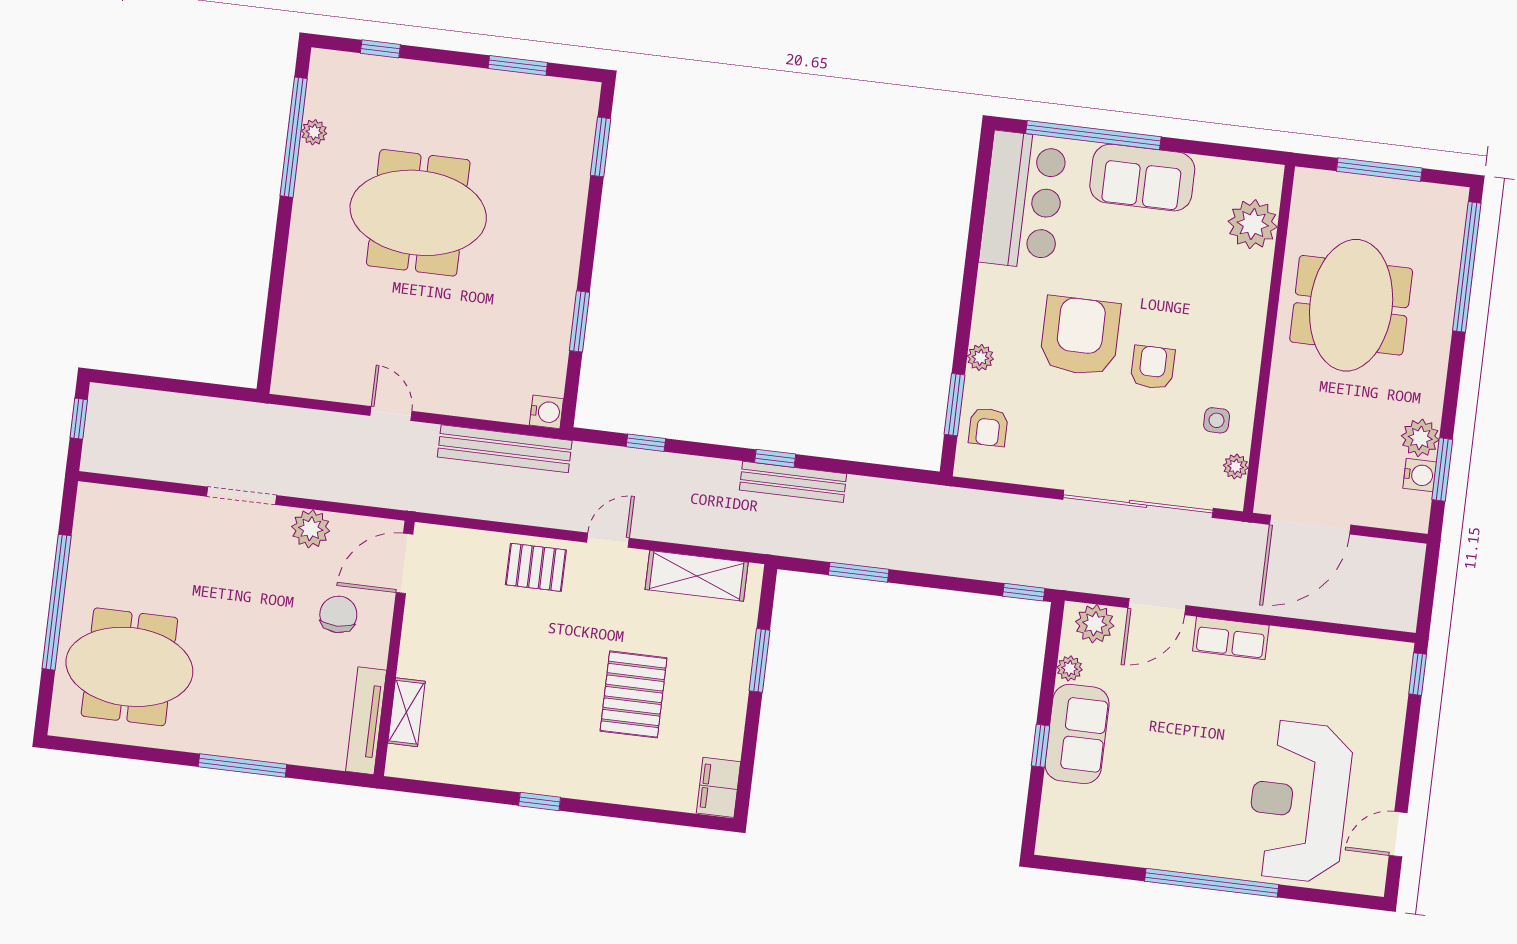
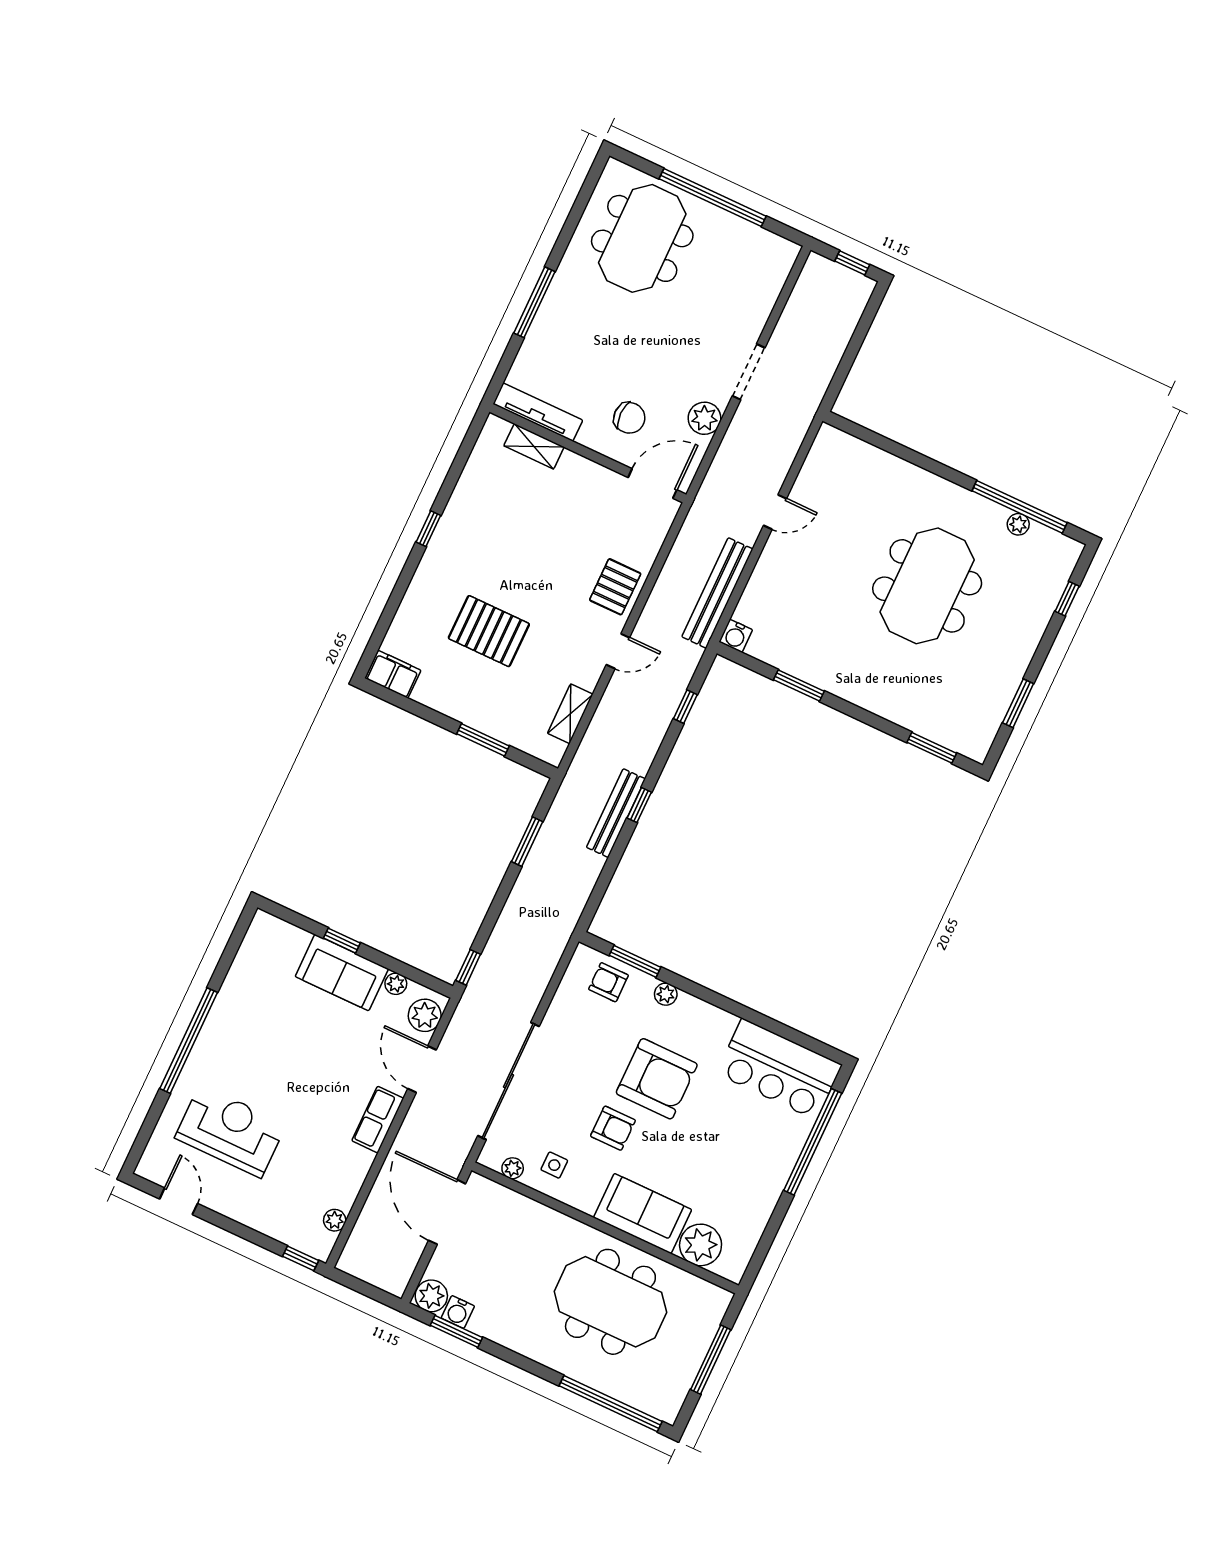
sofa: (1142, 178) -> (643, 1214), moved, turned 90
plant: (1420, 438) -> (431, 1296), moved
door: (608, 540) -> (618, 651), hinge flipped
door: (405, 563) -> (653, 484), hinge flipped
shelving: (697, 576) -> (570, 714), width x0.67, depth x0.75
plant: (1361, 650) -> (335, 1220), added
reception desk: (1299, 801) -> (230, 1131), width x0.74, depth x0.77

